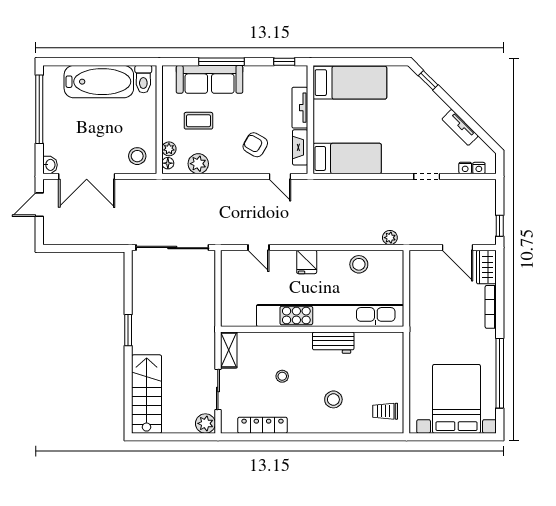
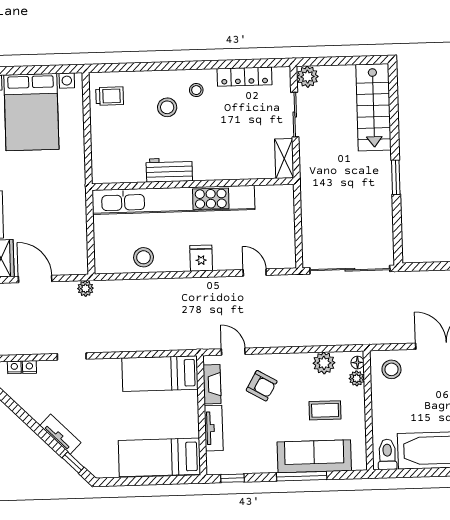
tv unit: (460, 127) -> (60, 434), moved
plant: (390, 238) -> (85, 288), moved
stool: (282, 376) -> (196, 90), moved

